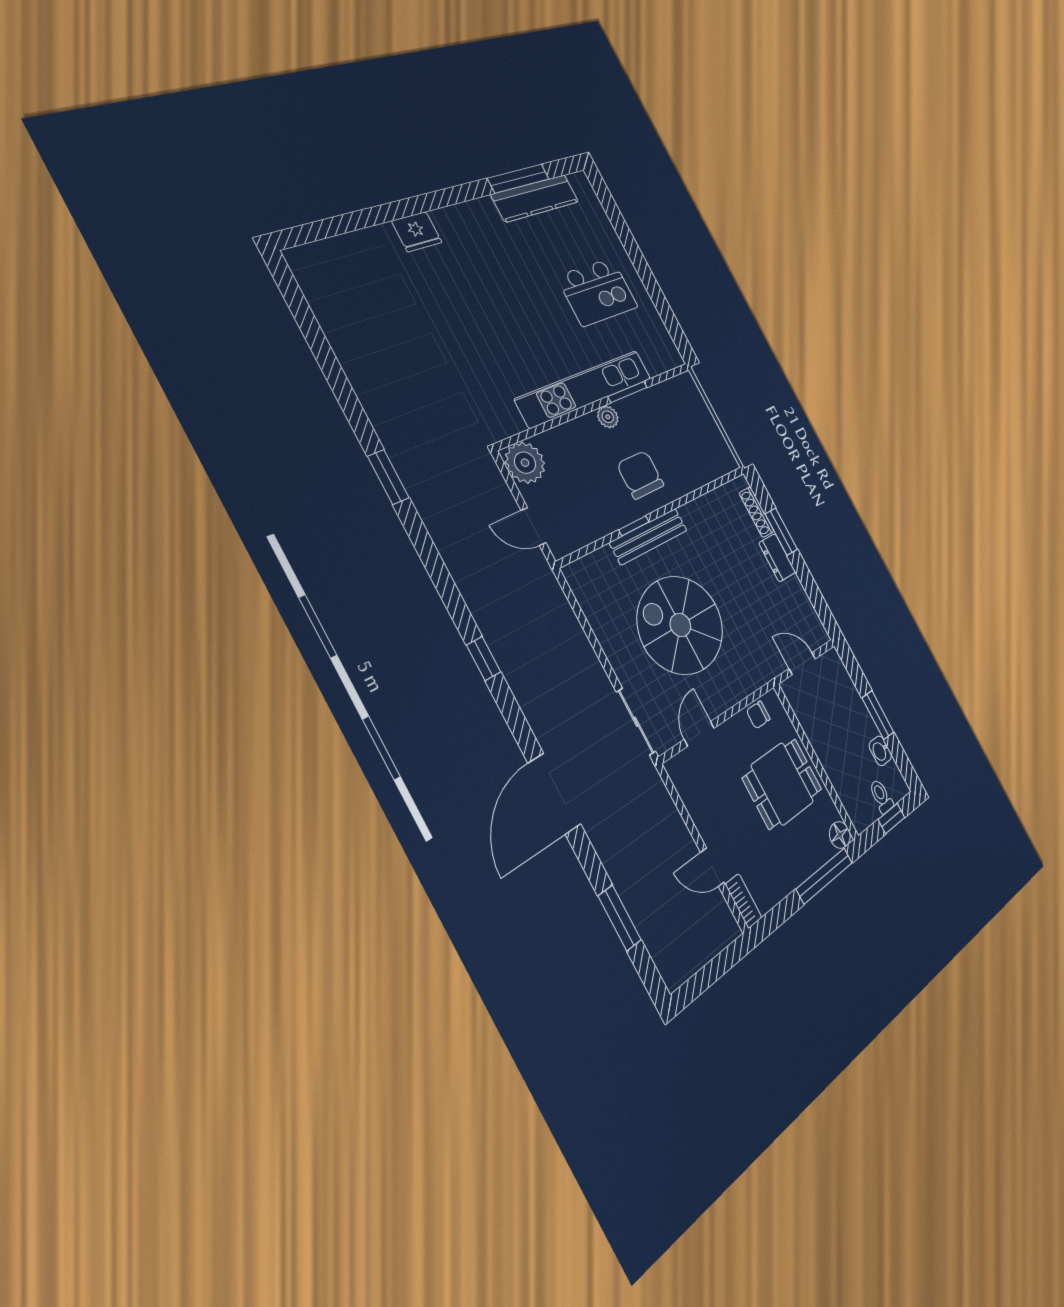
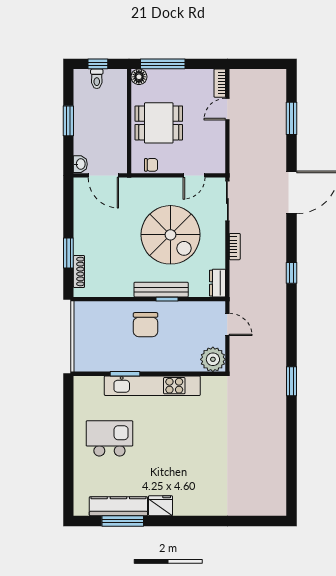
fridge: (417, 232) -> (160, 506), moved
plant: (608, 417) -> (147, 365), removed
dresser: (777, 558) -> (217, 283), moved, turned 180
bookcase: (588, 655) -> (235, 247), added
door: (802, 664) -> (103, 175), width x1.38
washbasin: (880, 751) -> (80, 164), moved
door: (712, 867) -> (227, 109), swing flipped

